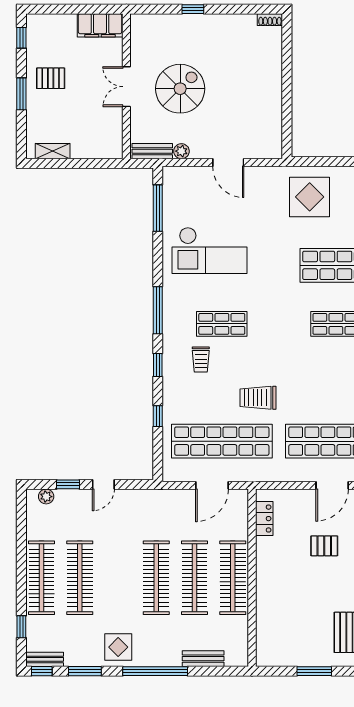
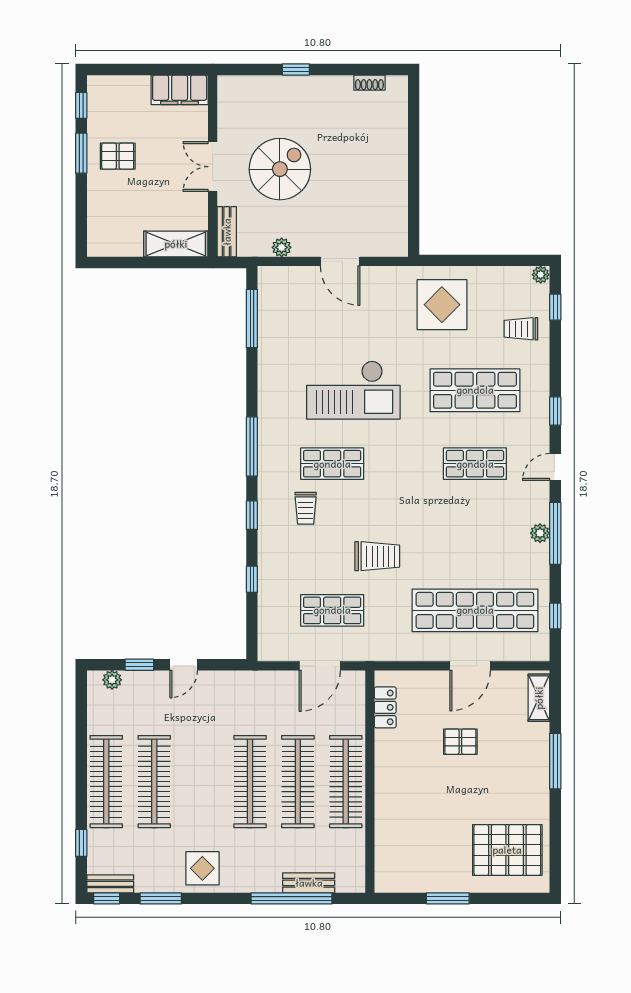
shoe rack: (270, 20) -> (369, 83), moved
window: (21, 94) -> (81, 153), moved
shelving: (53, 151) -> (176, 244), moved, width x1.50, depth x1.33
bench: (152, 151) -> (227, 232), moved, turned 90
checkout: (209, 250) -> (353, 390), moved
trolley: (258, 398) -> (377, 556), turned 180
shop shelf: (222, 441) -> (332, 610), width x0.50, depth x0.74
window: (155, 671) -> (292, 898), moved

